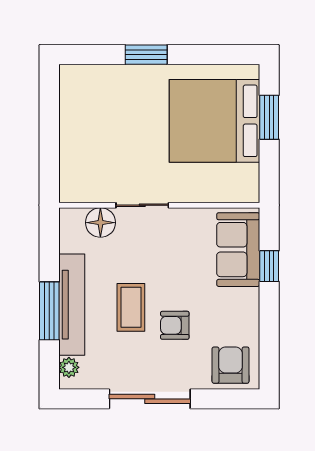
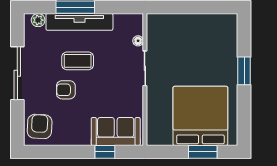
floor lamp: (100, 223) -> (138, 41), width x0.53, depth x0.53
armchair: (175, 325) -> (66, 90), turned -90
armchair: (231, 365) -> (40, 126), turned -87

